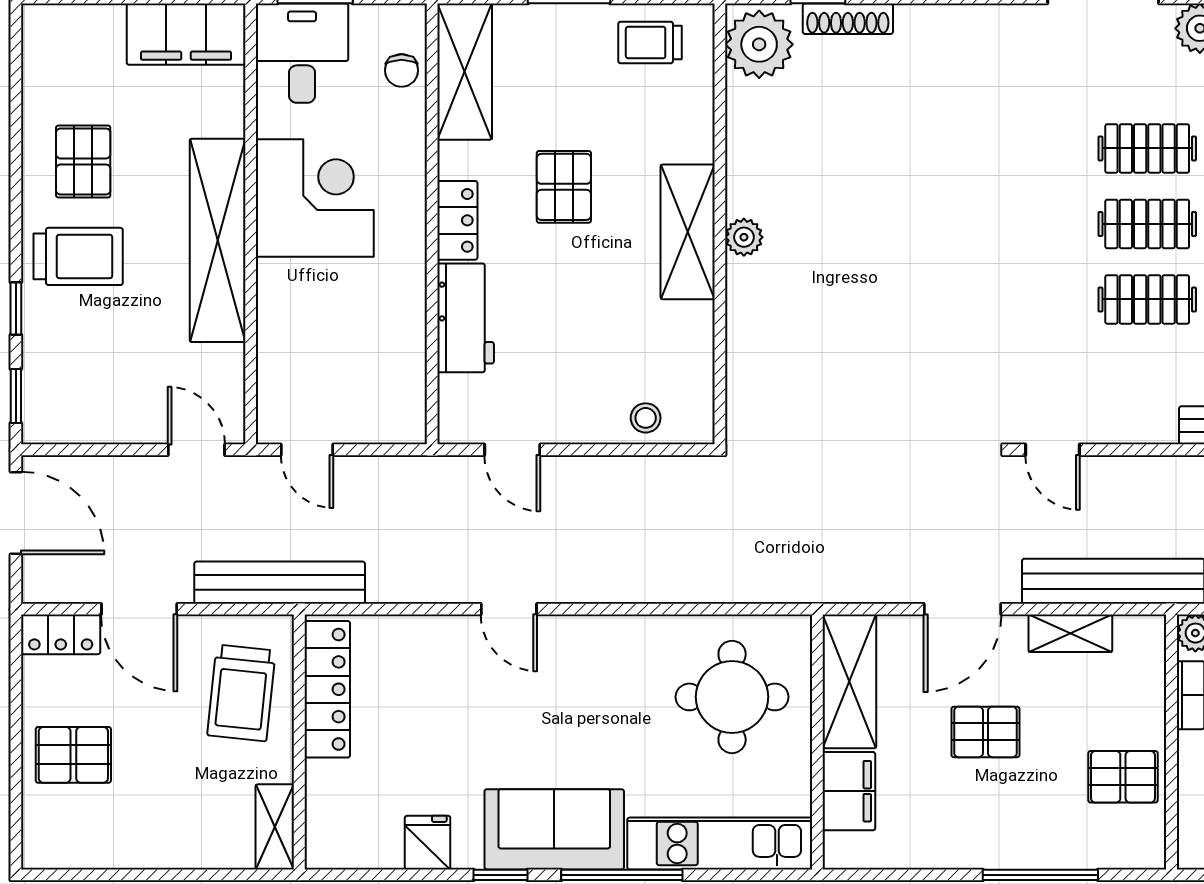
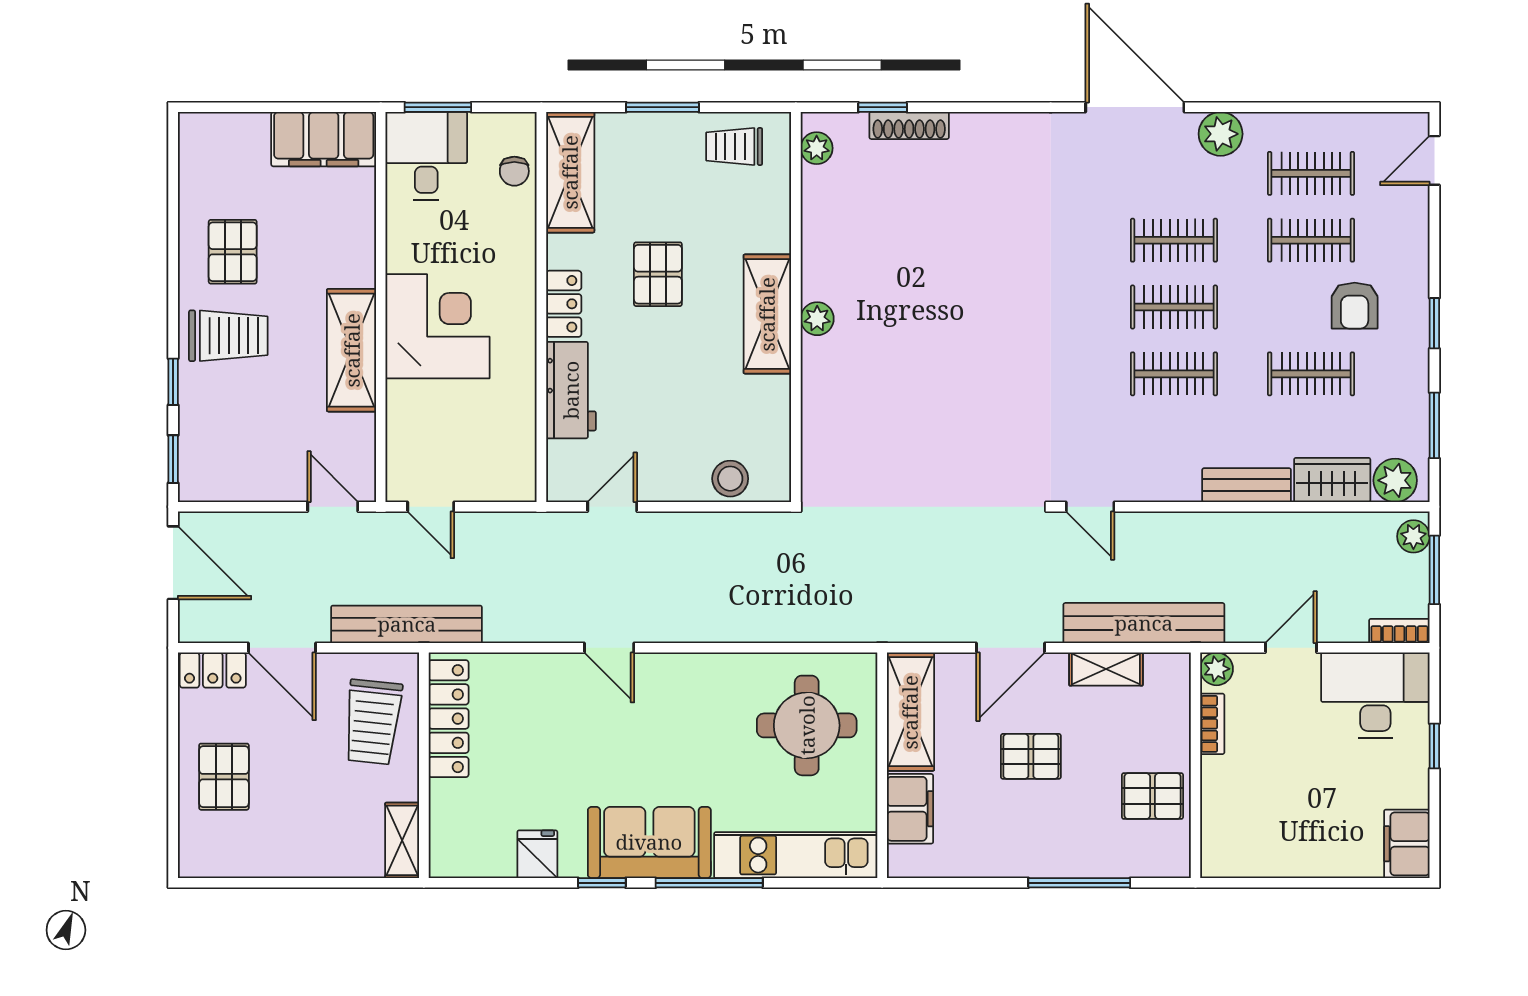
plant: (759, 44) -> (817, 148), width x0.53, depth x0.53
corner desk: (315, 198) -> (438, 326), moved
shelving: (218, 240) -> (352, 350), width x0.68
stool: (646, 418) -> (730, 479), width x1.37, depth x1.37
door: (512, 450) -> (612, 507), swing flipped
pallet: (73, 755) -> (224, 777), turned 90

